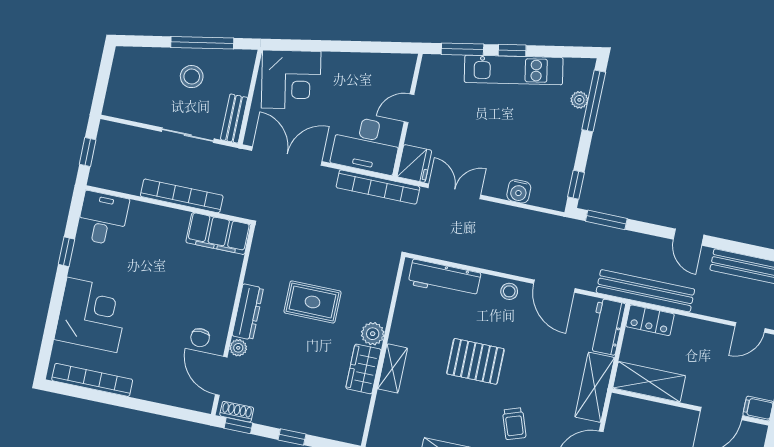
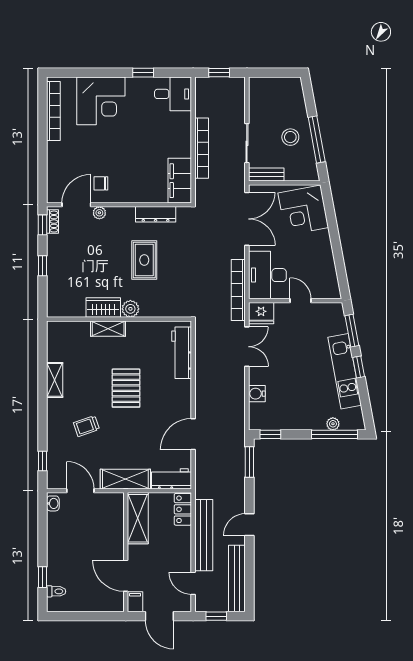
stool: (509, 291) -> (182, 402), removed
bench: (645, 291) -> (204, 535), moved
dresser: (248, 312) -> (156, 214), moved

